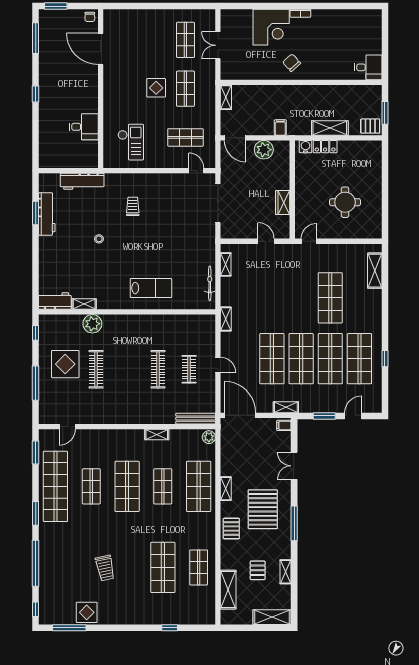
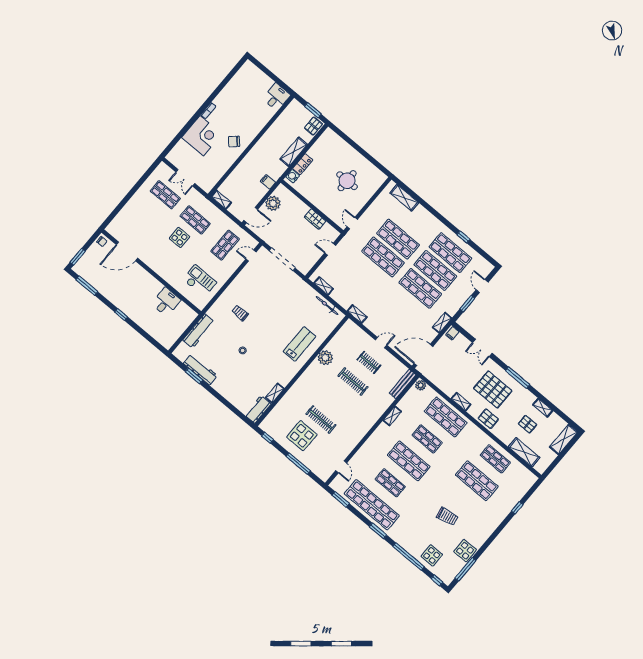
plant: (92, 324) -> (325, 358), moved
shop shelf: (272, 359) -> (383, 257), moved
display table: (55, 584) -> (432, 555), added

